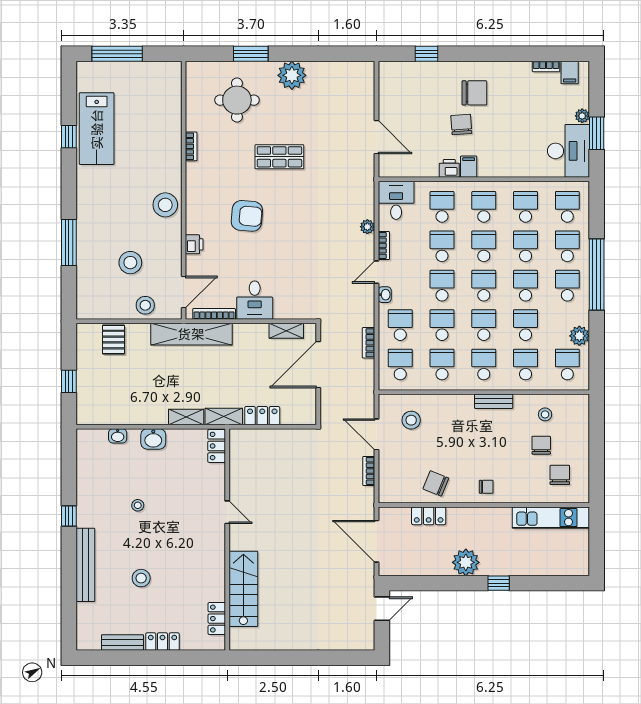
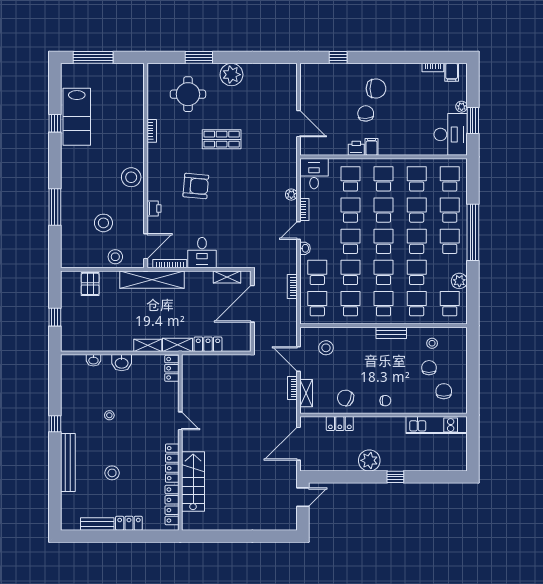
shelving: (386, 477) -> (306, 393), added
door: (376, 541) -> (298, 444), hinge flipped
locker: (217, 566) -> (172, 463), added
locker: (217, 619) -> (172, 505), width x1.53

